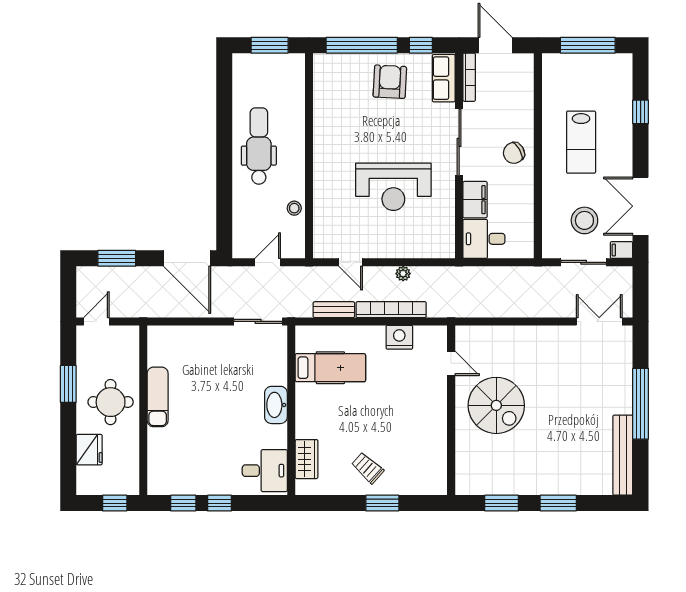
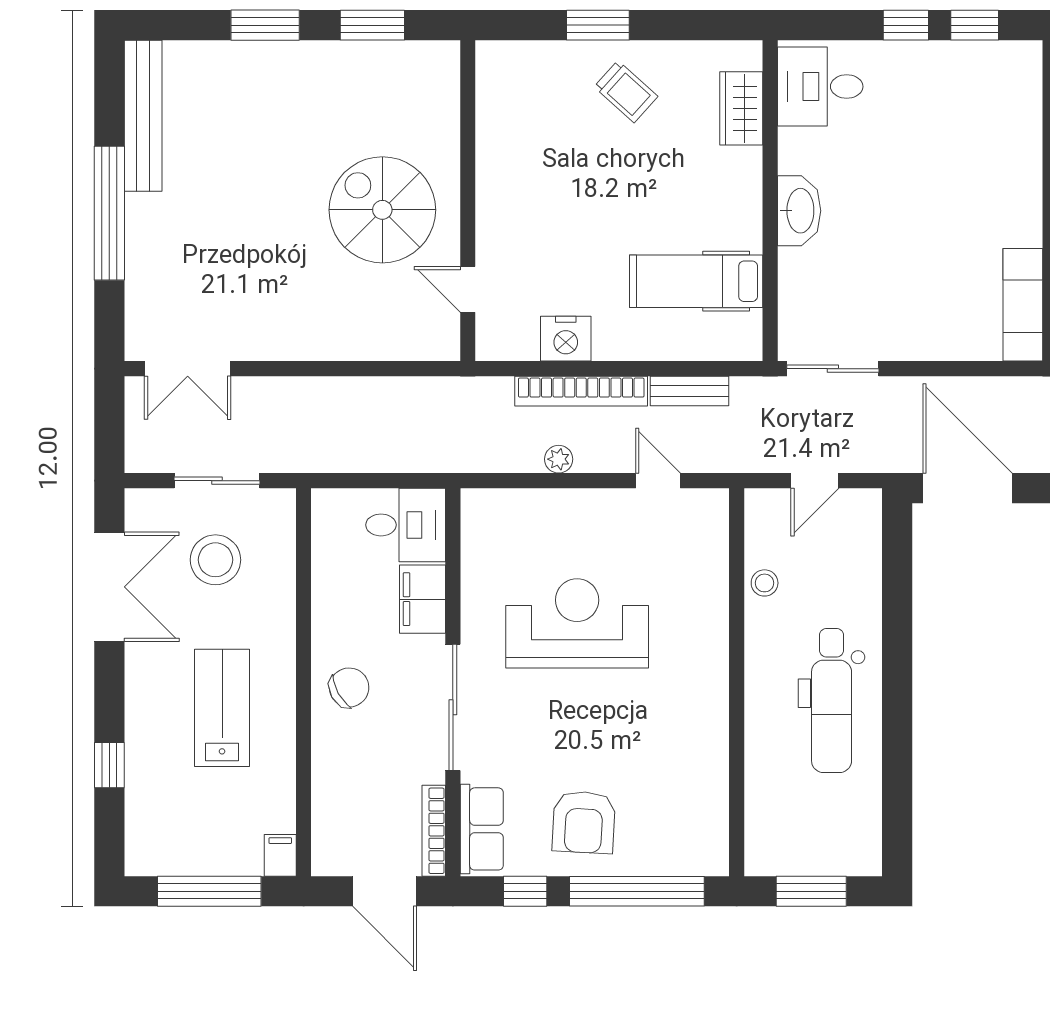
filing cabinet: (622, 250) -> (280, 855), moved, turned -90
exam couch: (158, 397) -> (1023, 305), moved

